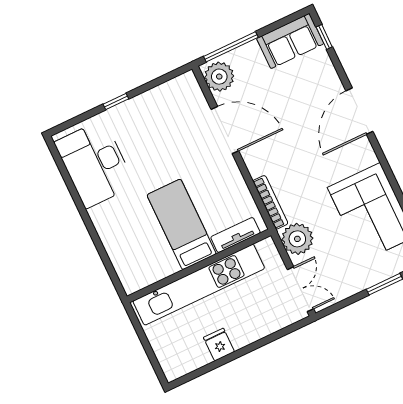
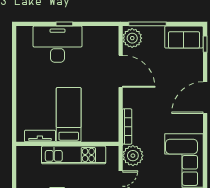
desk: (95, 164) -> (58, 44), moved, turned 90
tv unit: (235, 235) -> (40, 136), moved
kitchen unit: (199, 285) -> (74, 155), width x0.73

